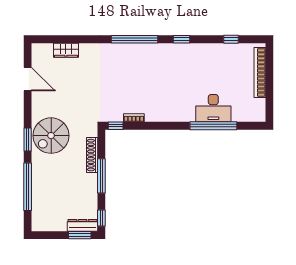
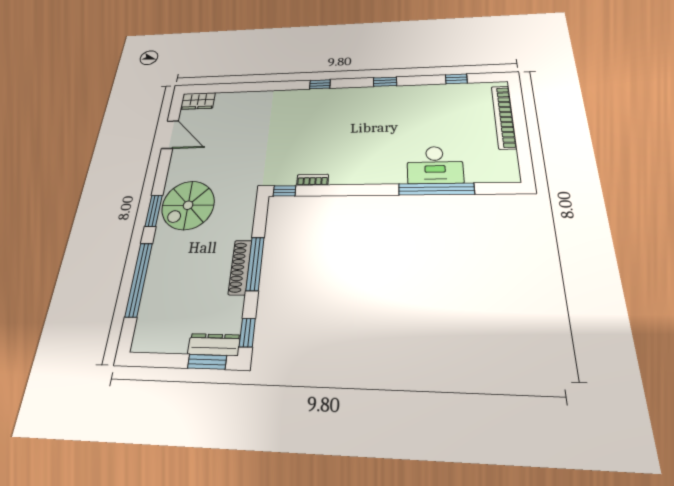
window: (134, 39) -> (320, 84), width x0.32
wardrobe: (66, 50) -> (198, 101), moved
shoe rack: (92, 155) -> (240, 267), moved

